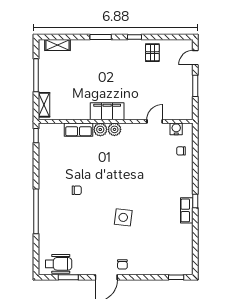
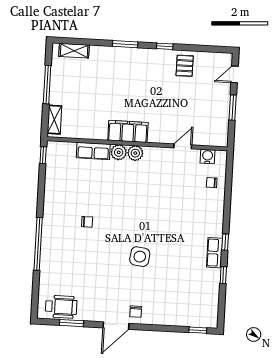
window: (195, 229) -> (223, 275), added

